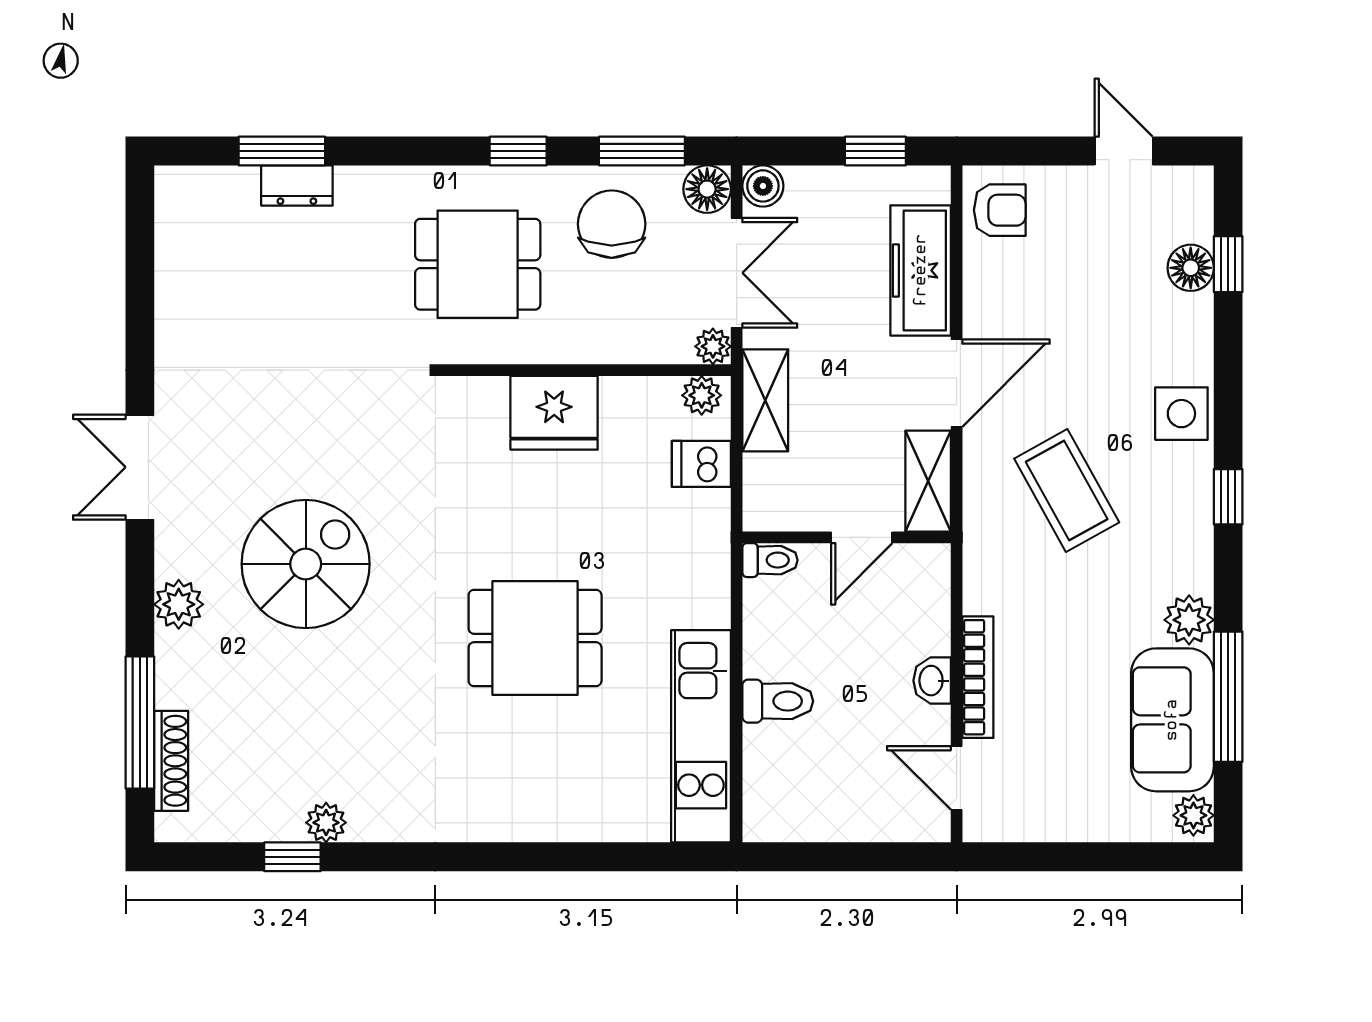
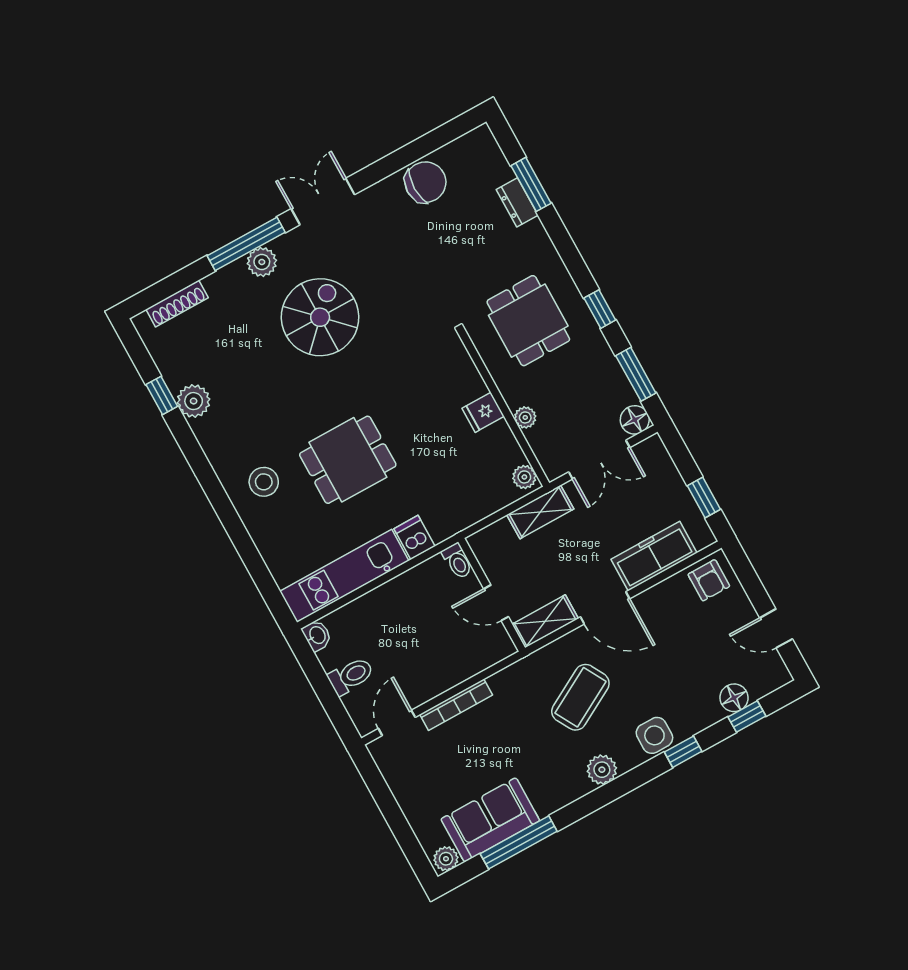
door: (1124, 151) -> (776, 628), swing flipped
boiler: (763, 186) -> (653, 448), removed
chair: (612, 224) -> (425, 182), moved
plant: (713, 346) -> (525, 417), moved
fridge: (554, 413) -> (483, 412), width x0.53, depth x0.75
dishwasher: (701, 464) -> (414, 537), moved
window: (1228, 497) -> (683, 752), moved
spiral stairs: (306, 564) -> (320, 317), turned -90
plant: (1189, 620) -> (602, 770), moved
dining table: (535, 638) -> (348, 460), turned 90
washbasin: (932, 681) -> (317, 635), moved, turned 90
toilet: (778, 701) -> (351, 676), moved, turned -90
window: (140, 722) -> (246, 244), moved
stool: (500, 778) -> (264, 482), added
plant: (326, 823) -> (194, 401), width x1.38, depth x1.38

